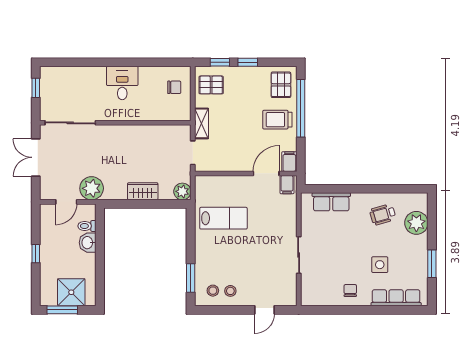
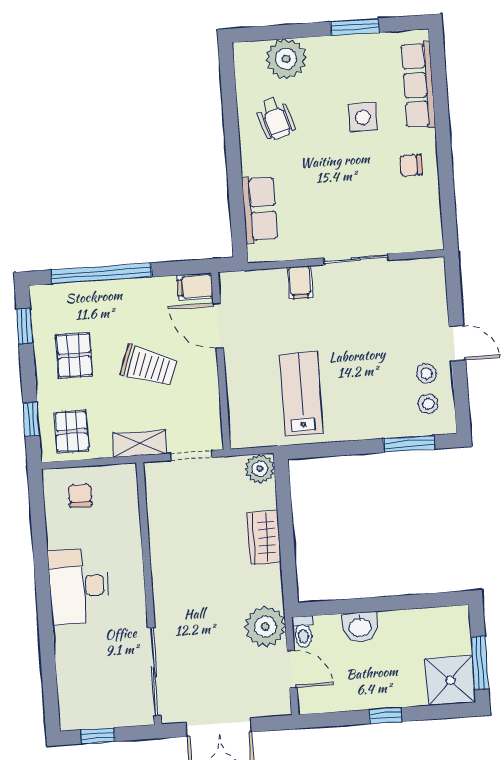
window: (248, 62) -> (25, 326), moved
desk: (122, 83) -> (79, 586), width x1.37
pallet: (281, 85) -> (74, 355), moved, turned 90
trolley: (277, 120) -> (148, 366), moved, turned -70
filing cabinet: (287, 185) -> (300, 283), moved, turned 90
toilet: (87, 226) -> (303, 632), moved
shower: (71, 292) -> (450, 680), moved
door: (264, 310) -> (457, 343), moved

